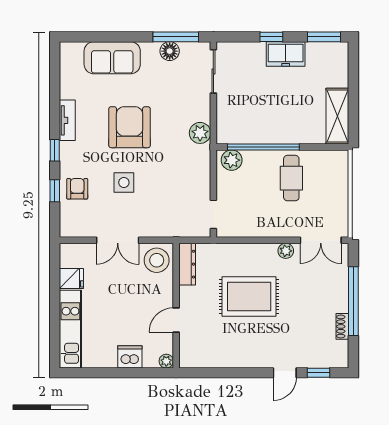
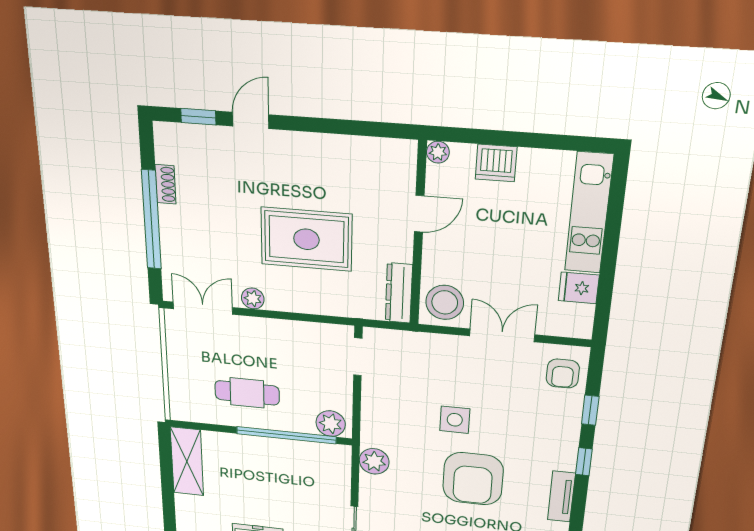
cafe table: (291, 178) -> (247, 393), turned 90
side table: (124, 182) -> (455, 420), moved
armchair: (77, 189) -> (563, 374), moved

